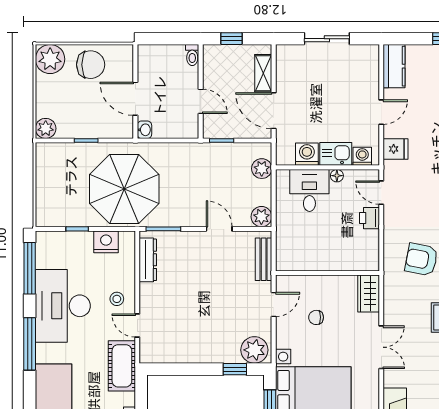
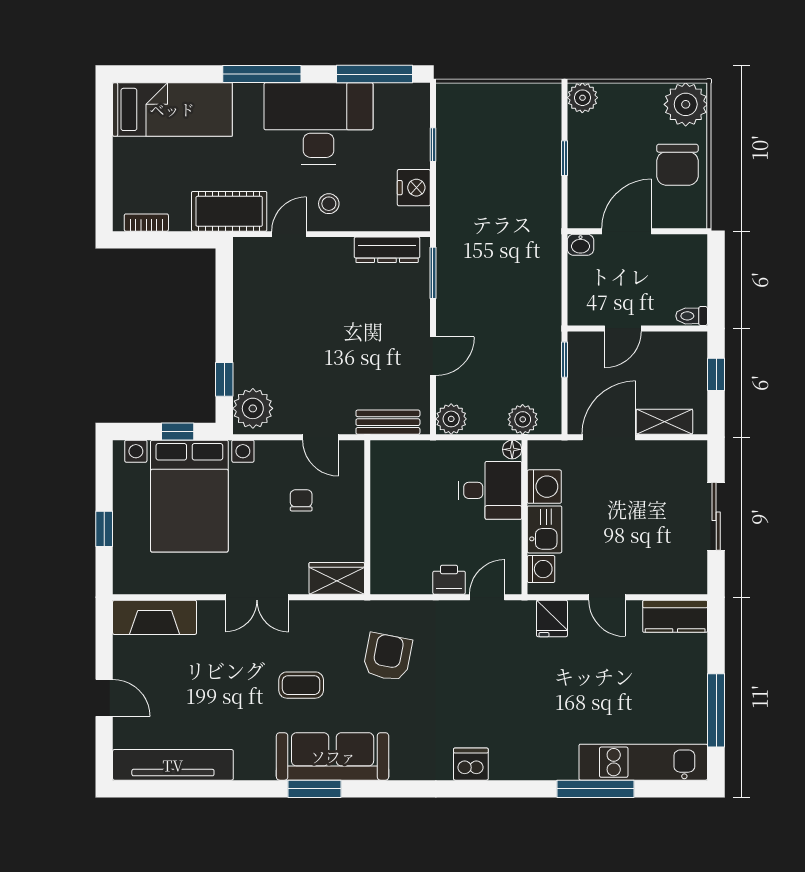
floor lamp: (337, 176) -> (512, 449), moved
parasol: (124, 189) -> (492, 215), removed

